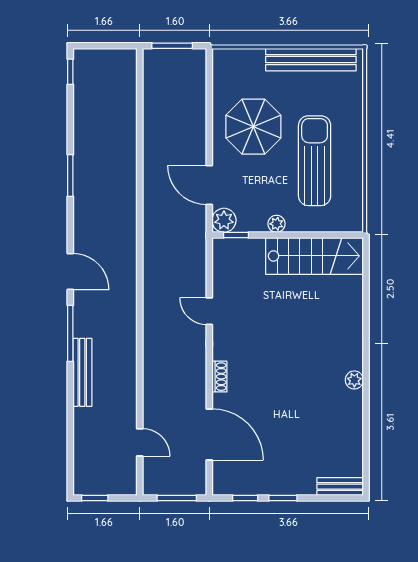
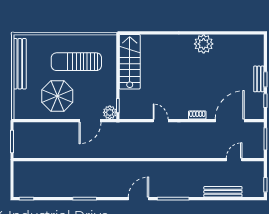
plant: (276, 224) -> (112, 83), removed
door: (209, 311) -> (161, 121), swing flipped
bench: (82, 372) -> (223, 192), moved
plant: (354, 380) -> (204, 44), width x1.87, depth x1.87
bench: (340, 487) -> (259, 79), moved

